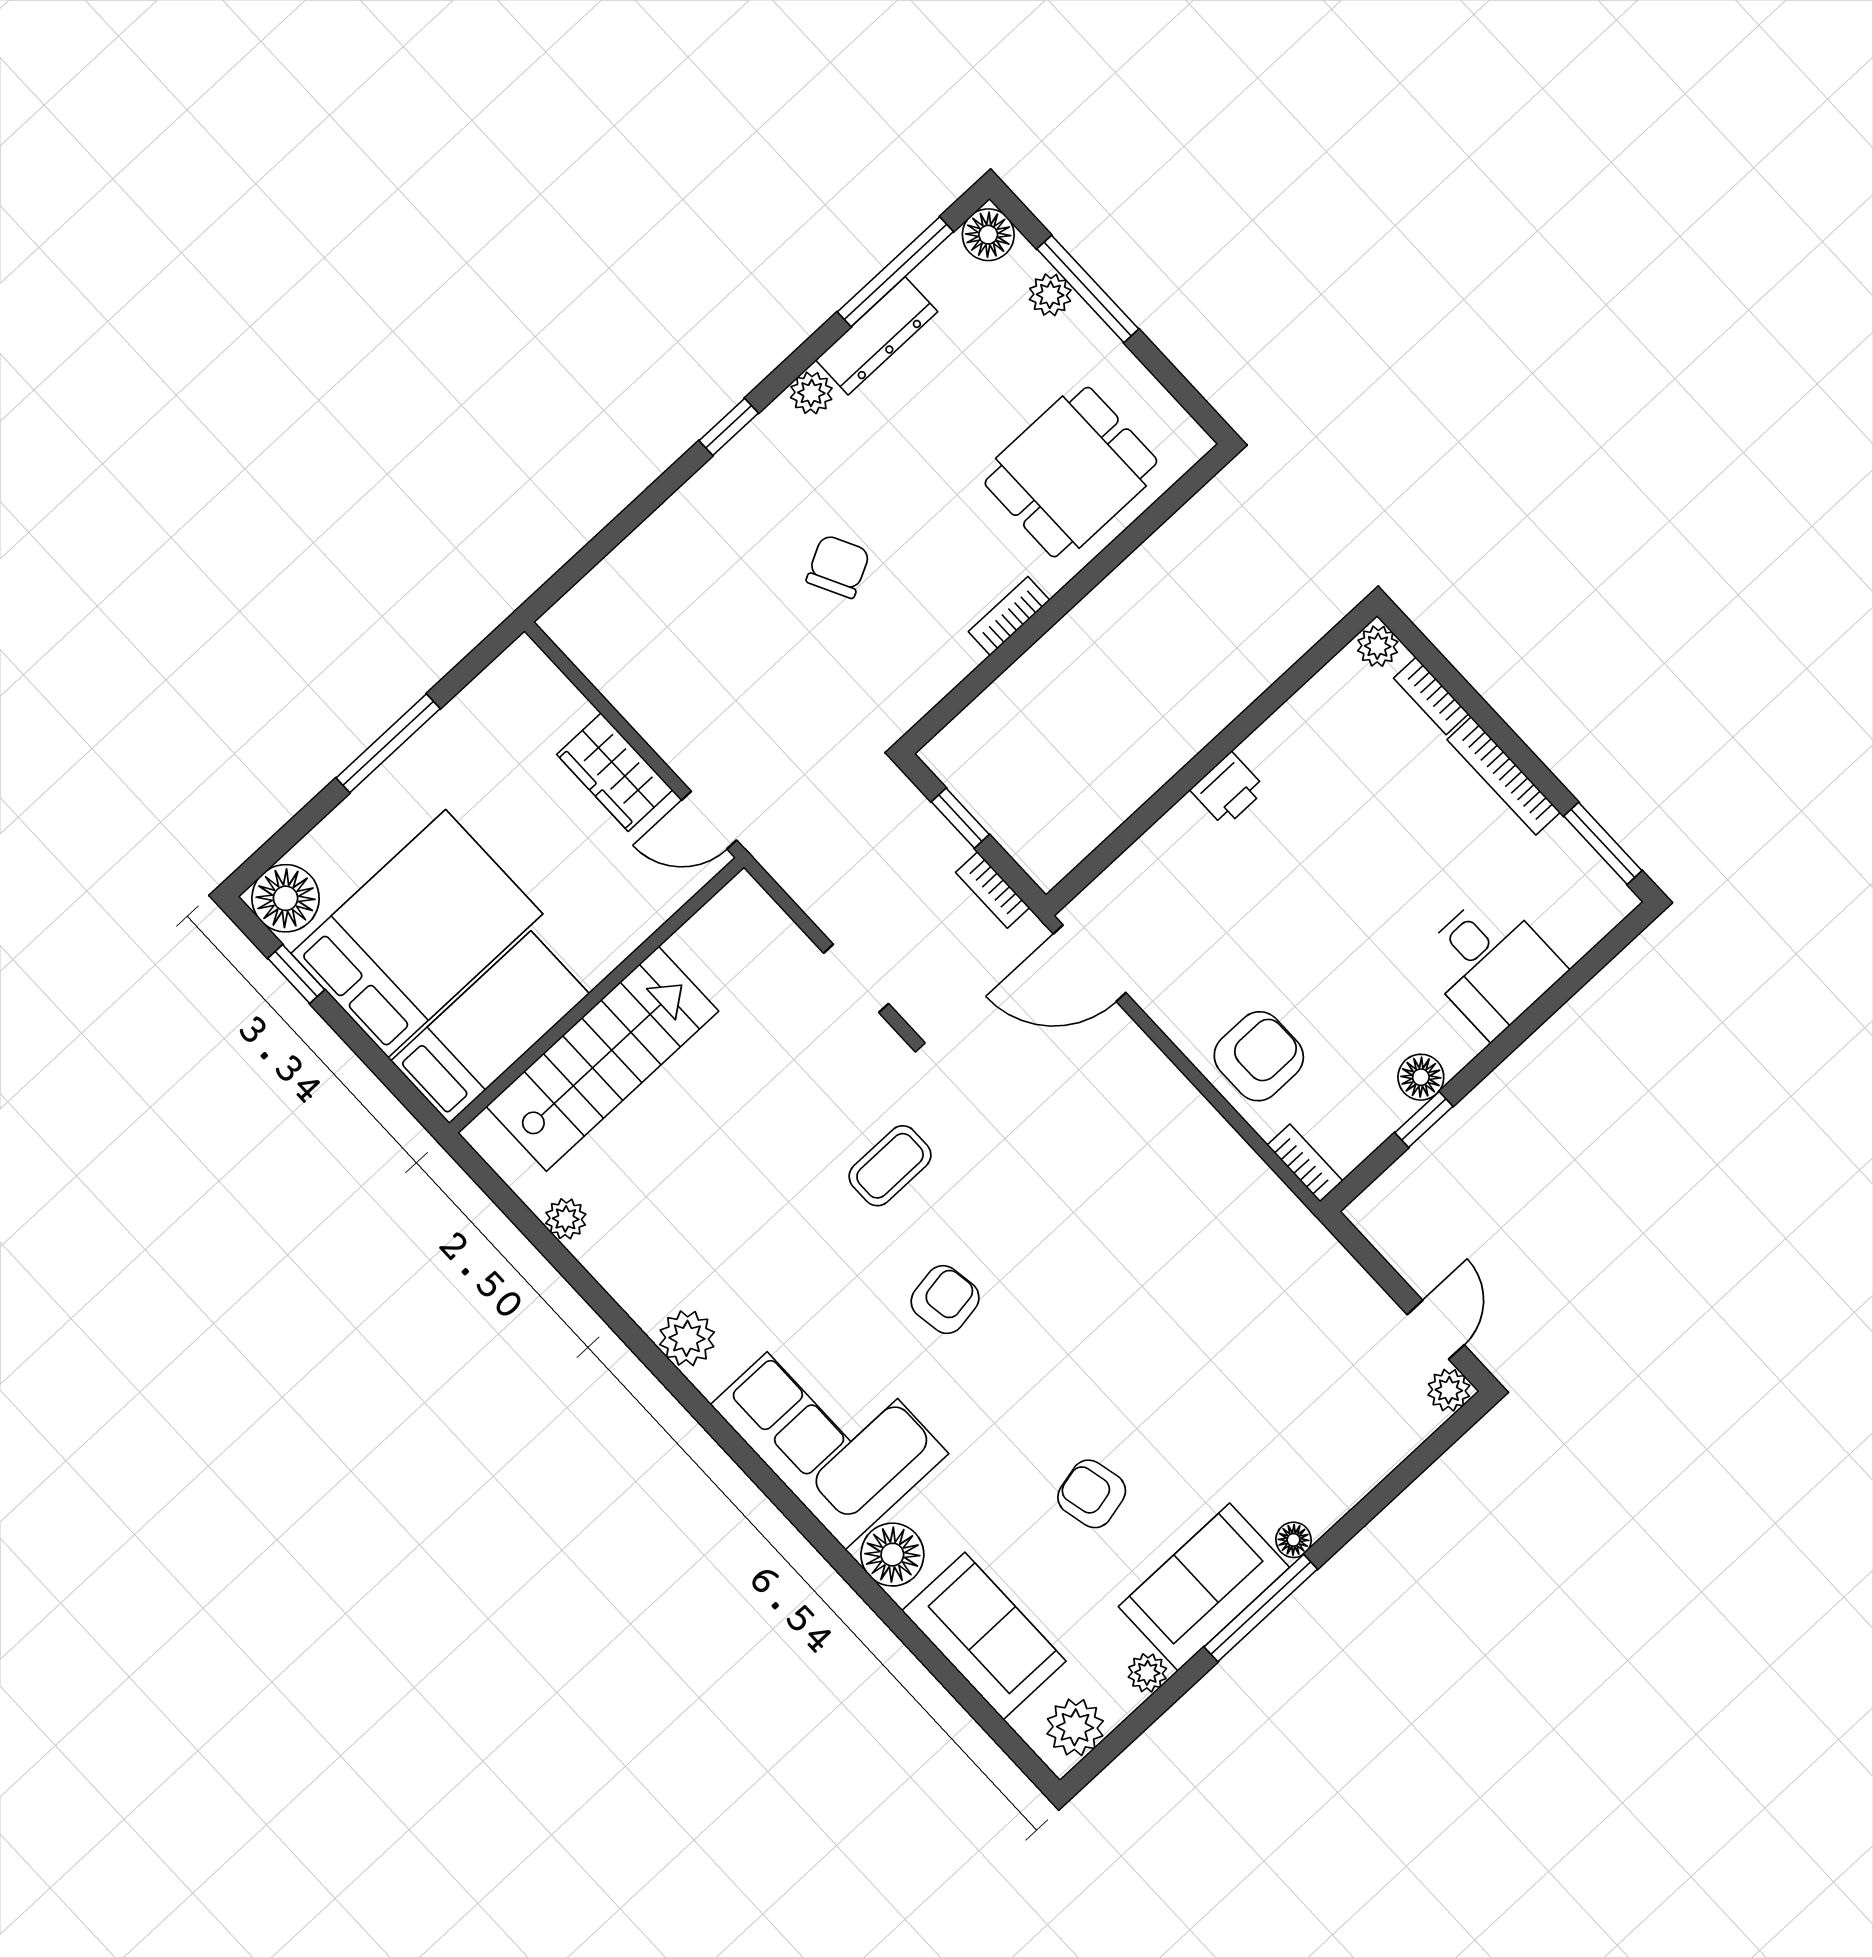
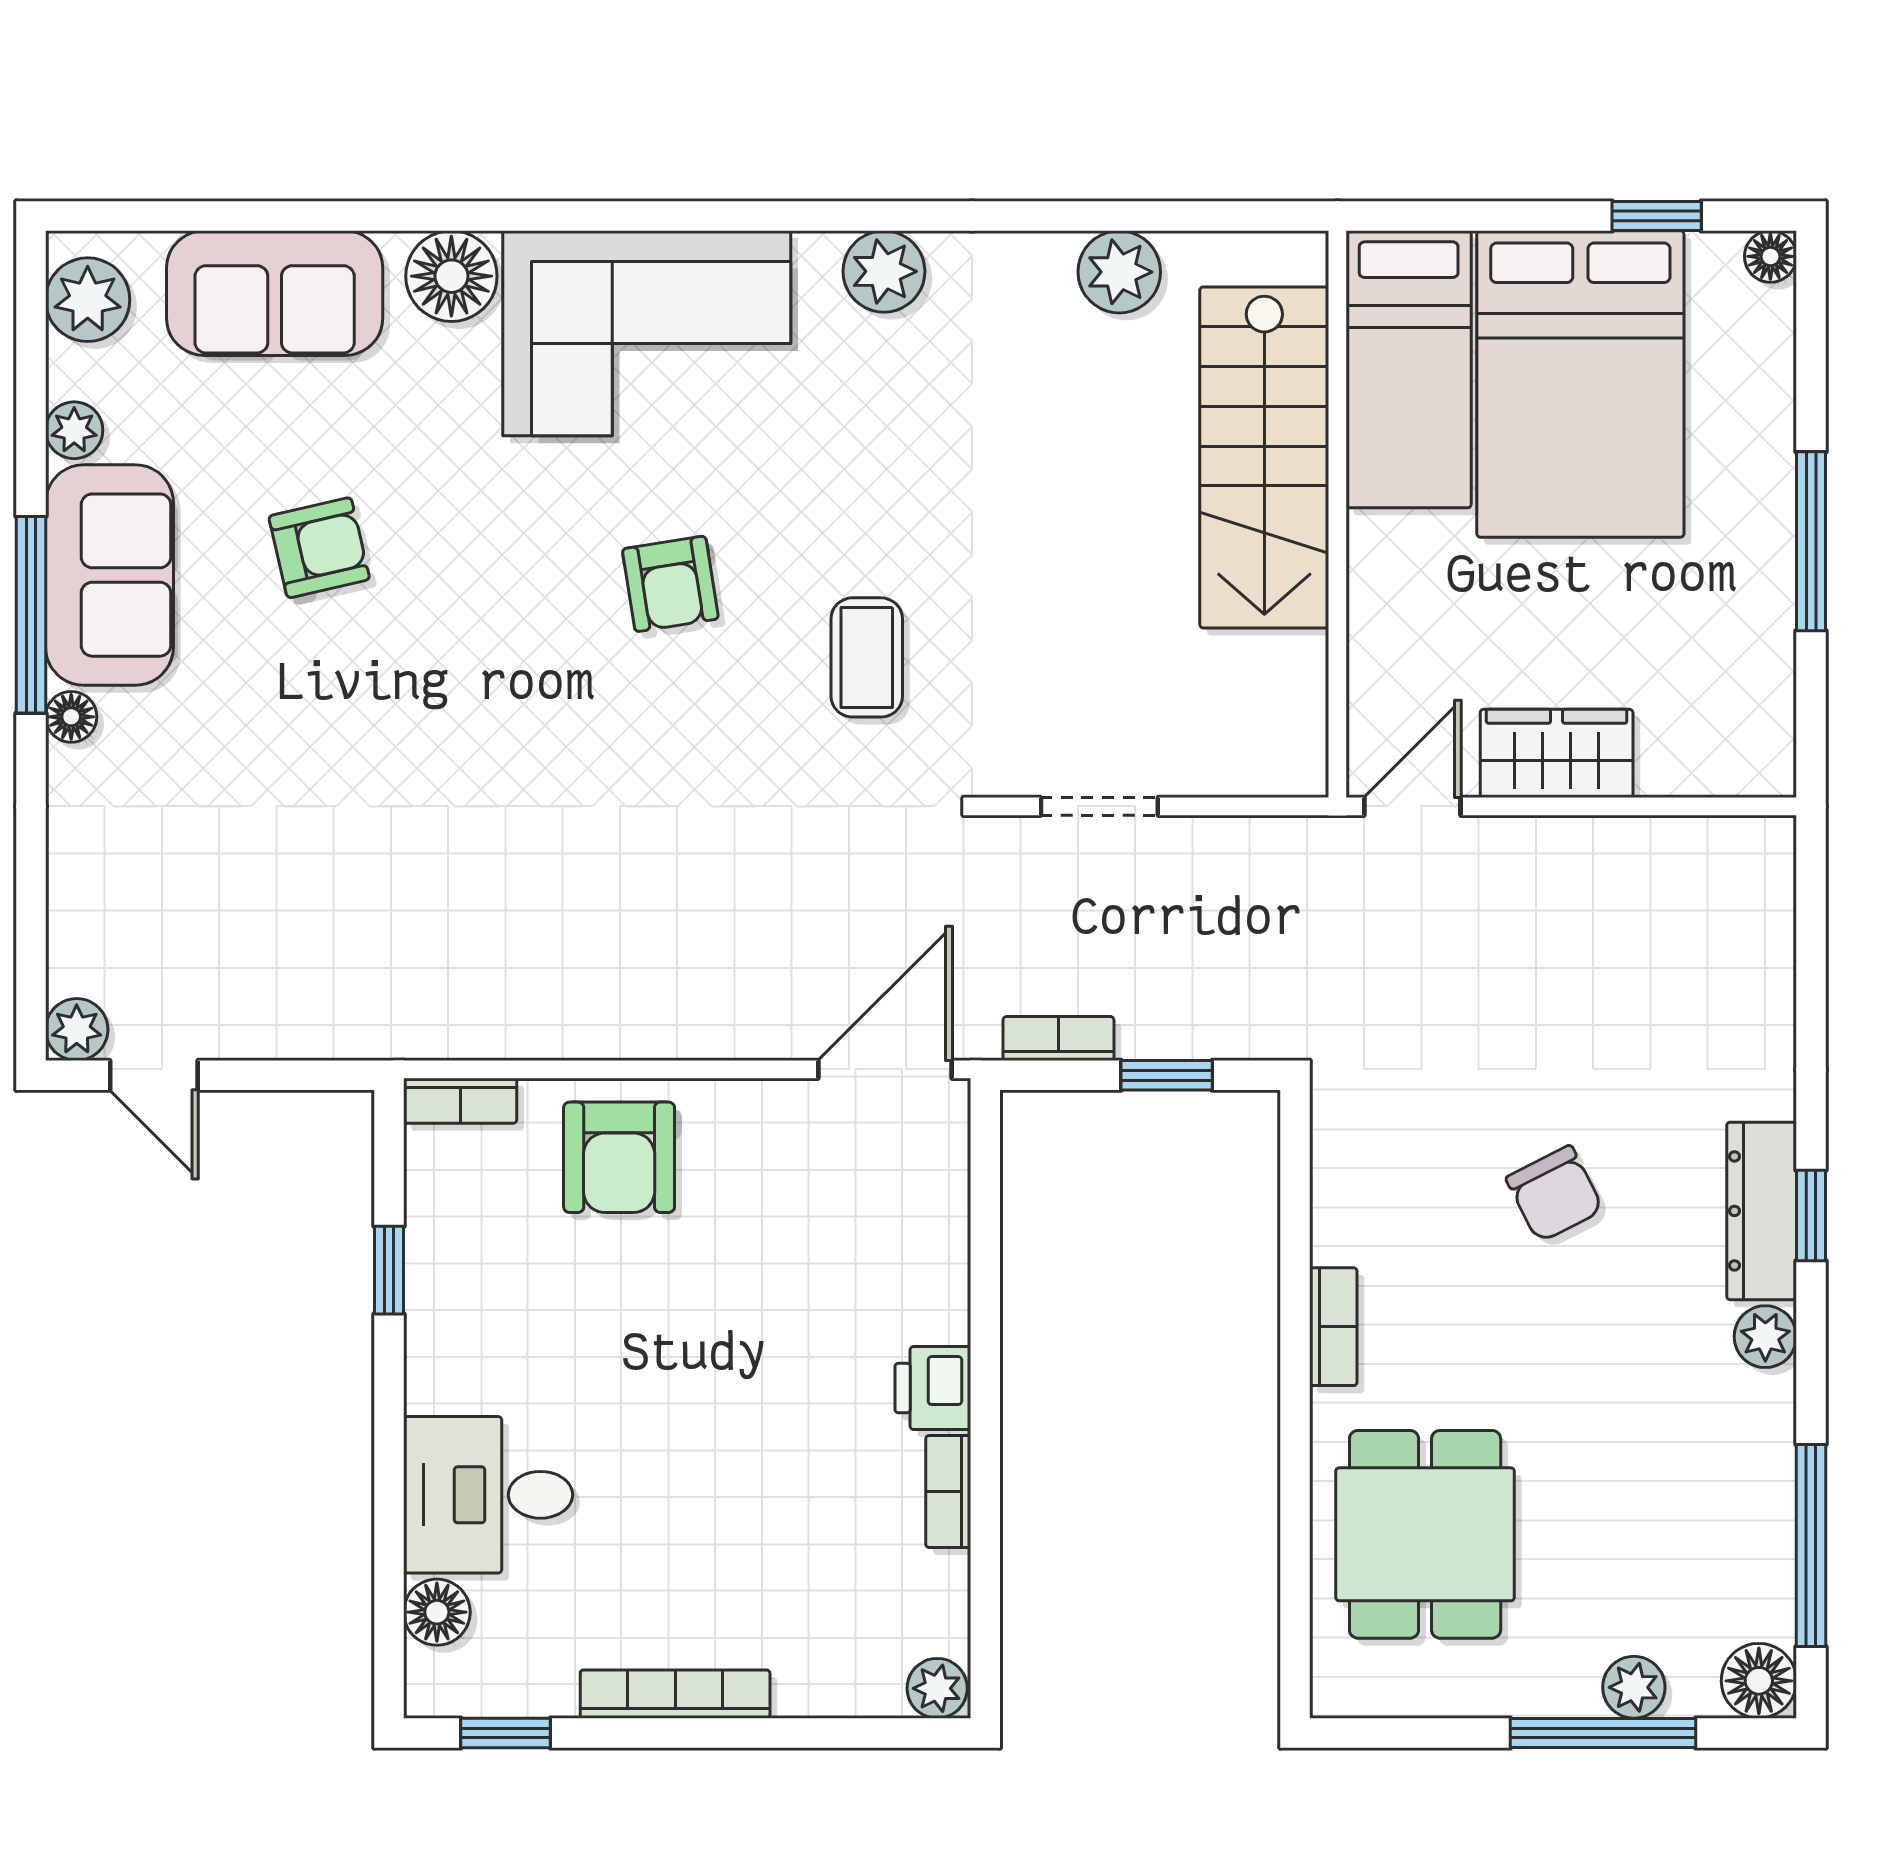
dresser: (877, 336) -> (1762, 1211), moved
bookcase: (1431, 696) -> (948, 1492), moved, turned -90
window: (1603, 843) -> (505, 1733), width x0.67
floor lamp: (286, 898) -> (1770, 256), width x0.53, depth x0.53
floor lamp: (1421, 1077) -> (437, 1612), moved
plant: (566, 1219) -> (1119, 272), width x1.38, depth x1.38

